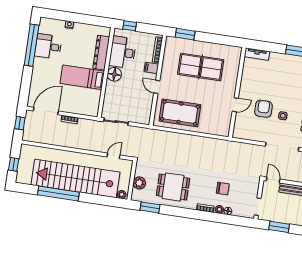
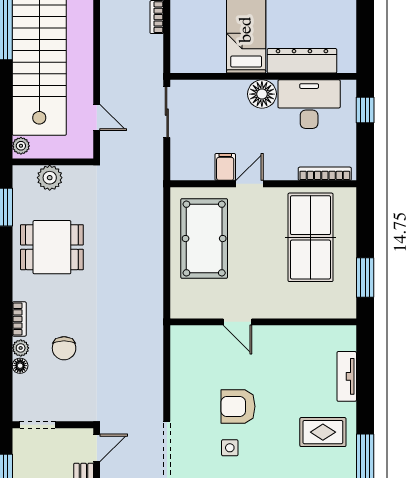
window: (185, 34) -> (365, 277), moved
table tennis table: (201, 67) -> (311, 237), moved
filing cabinet: (151, 68) -> (225, 167), moved
rug: (282, 70) -> (323, 432), added
wall: (237, 92) -> (263, 322), moved
door: (235, 105) -> (237, 322), moved
armchair: (263, 109) -> (238, 406), turned 180
dining table: (173, 187) -> (52, 247), turned 90

